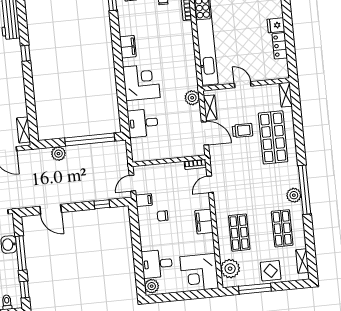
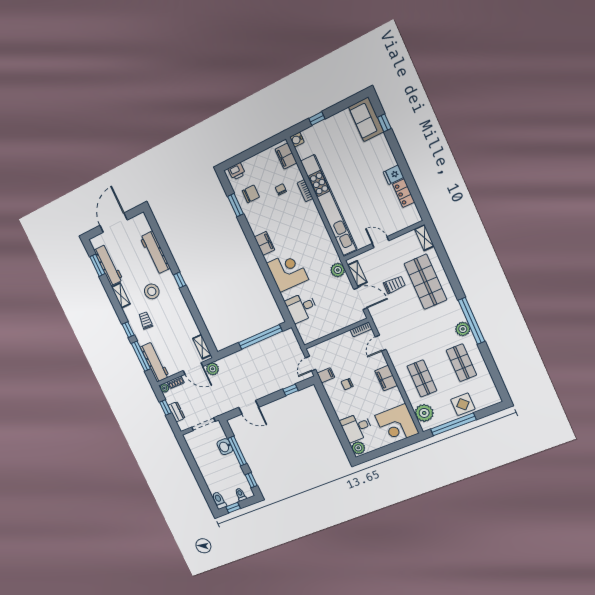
plant: (58, 154) -> (213, 369), moved
shelving: (302, 261) -> (490, 387), removed
window: (255, 289) -> (453, 424), width x1.46

